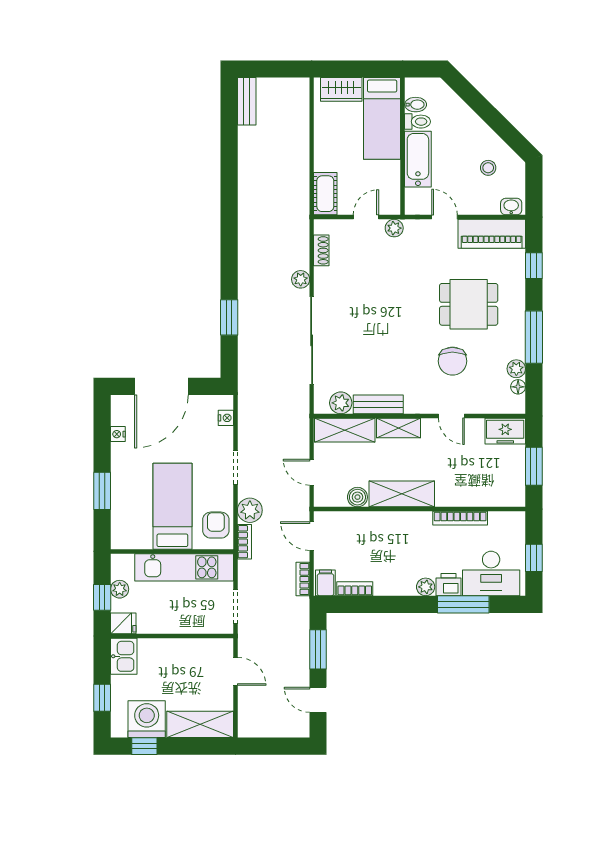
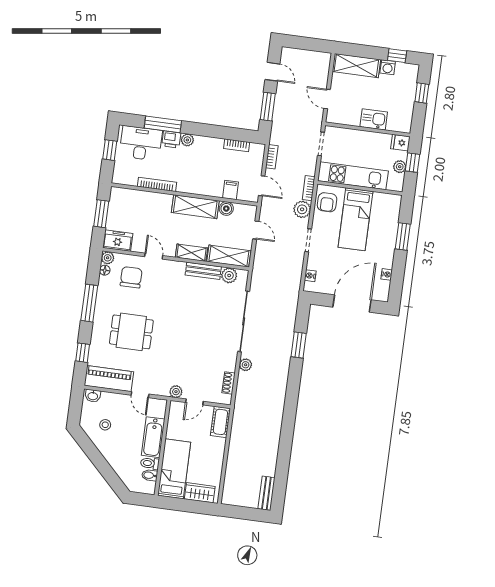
chair: (452, 361) -> (131, 277), moved
plant: (516, 369) -> (108, 258), moved
filing cabinet: (325, 583) -> (231, 190), moved, turned 180
kitchen sink: (124, 656) -> (374, 119), moved, turned 90
washing machine: (147, 719) -> (388, 67), width x0.53, depth x0.53

